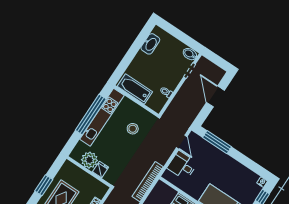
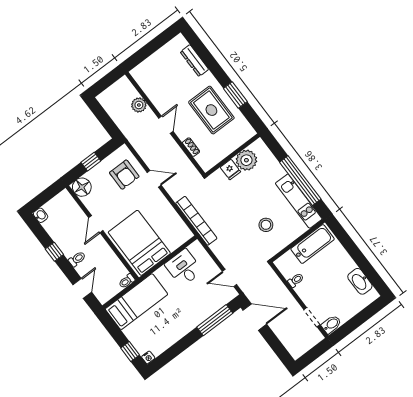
door: (215, 96) -> (255, 317), moved
kitchen unit: (102, 117) -> (299, 201), width x0.73
desk: (182, 166) -> (184, 268), moved, turned -90

